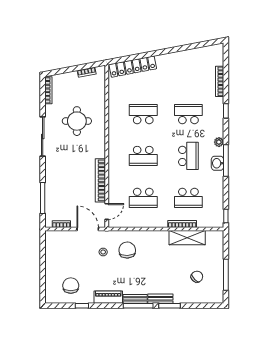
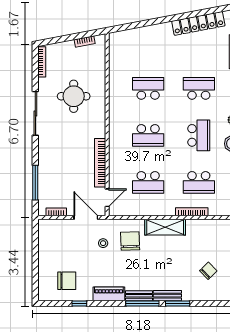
locker: (133, 67) -> (198, 23), moved
shelving: (187, 238) -> (165, 227), moved
chair: (71, 286) -> (67, 281), turned 90

